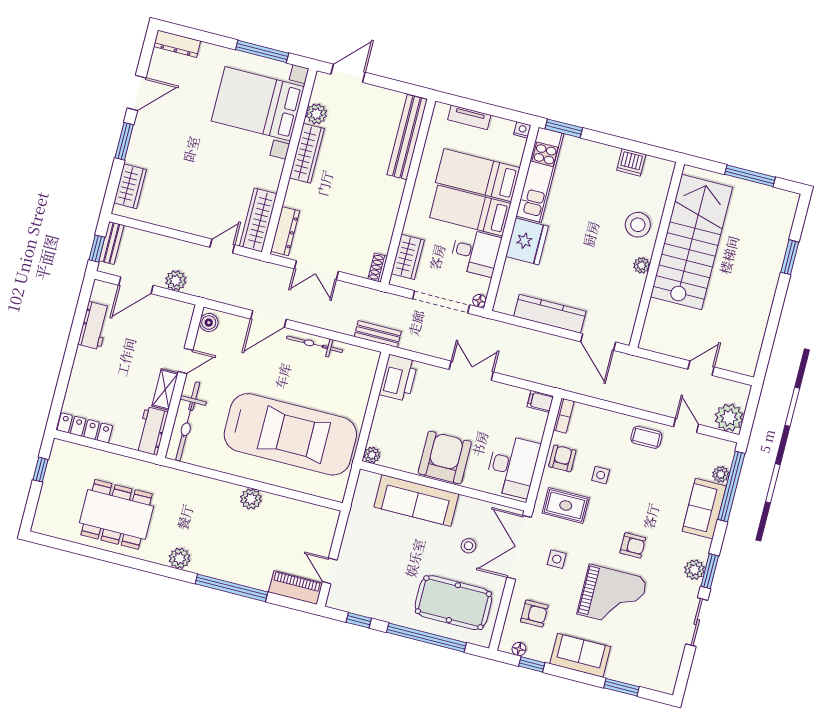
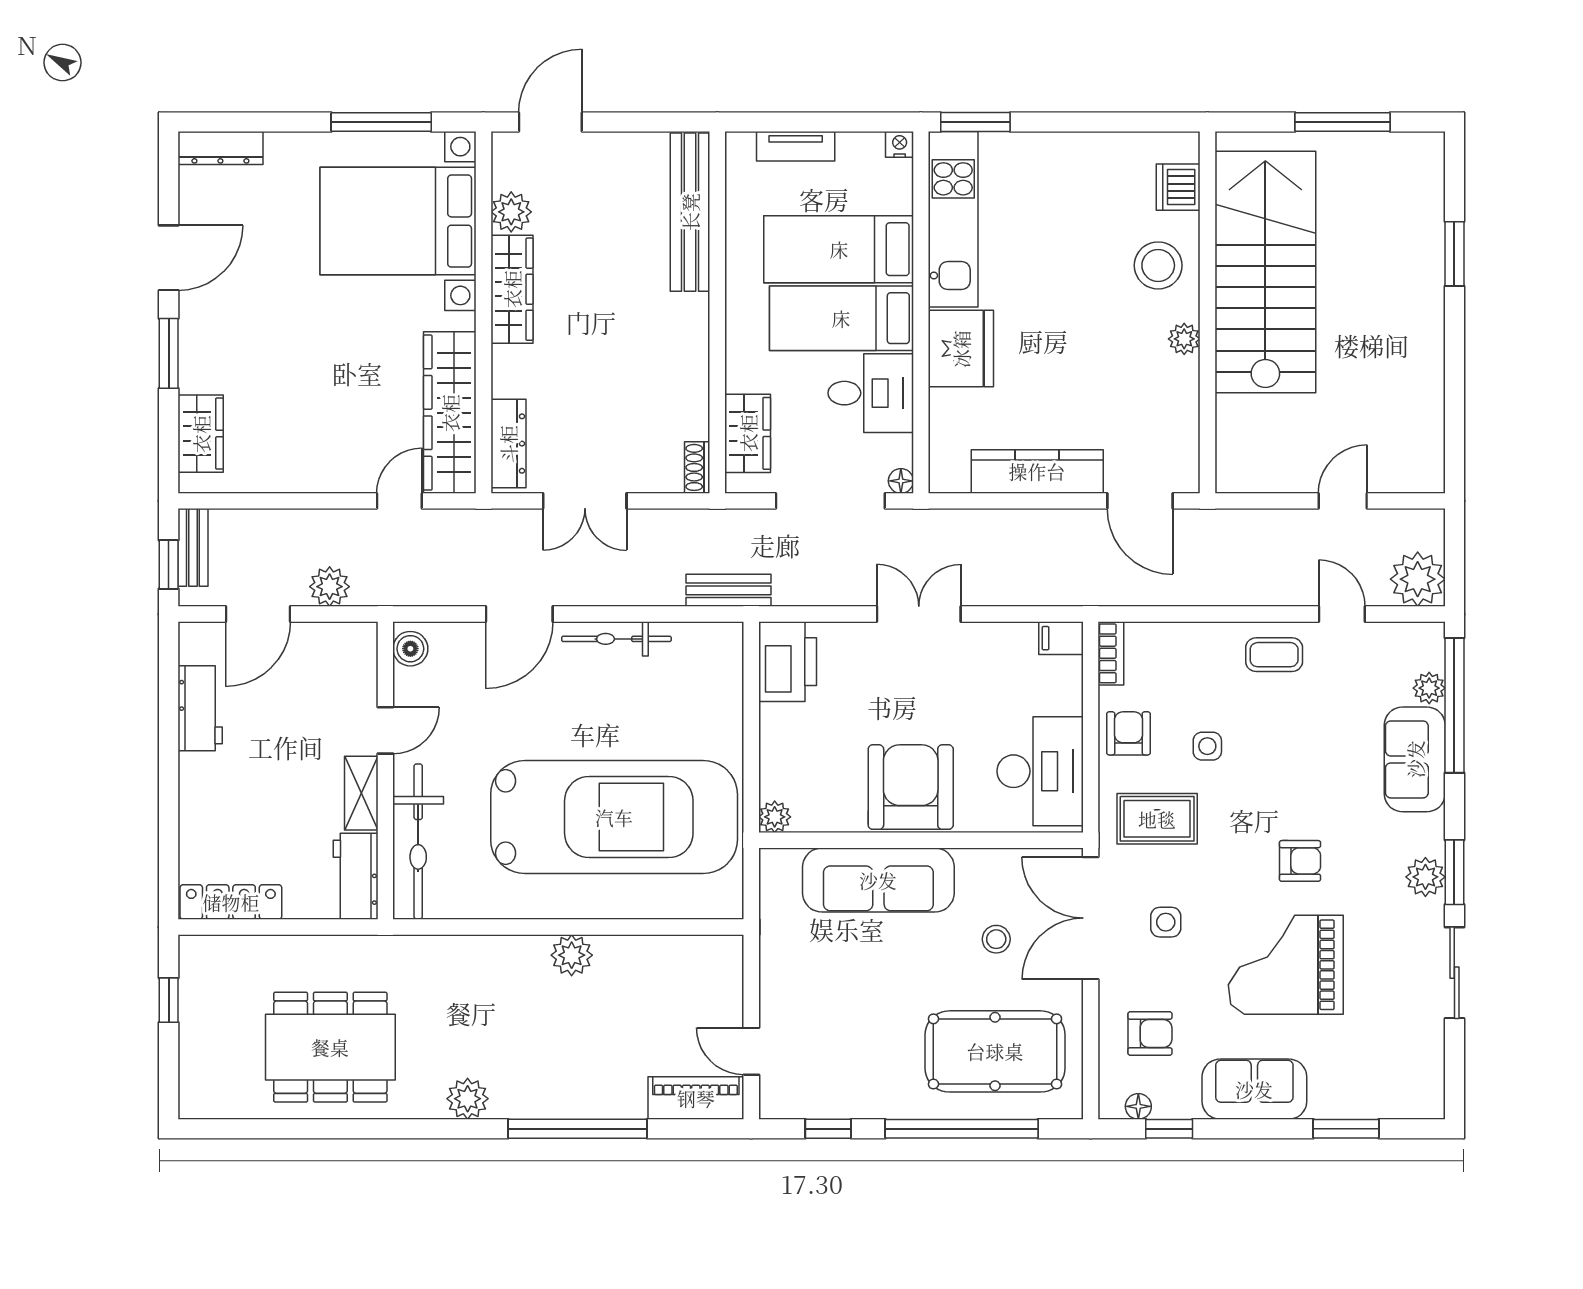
dishwasher: (631, 162) -> (1178, 187), moved, turned 90
wardrobe: (258, 220) -> (450, 413), width x1.40, depth x1.17
grand piano: (612, 596) -> (1286, 965), turned 180

